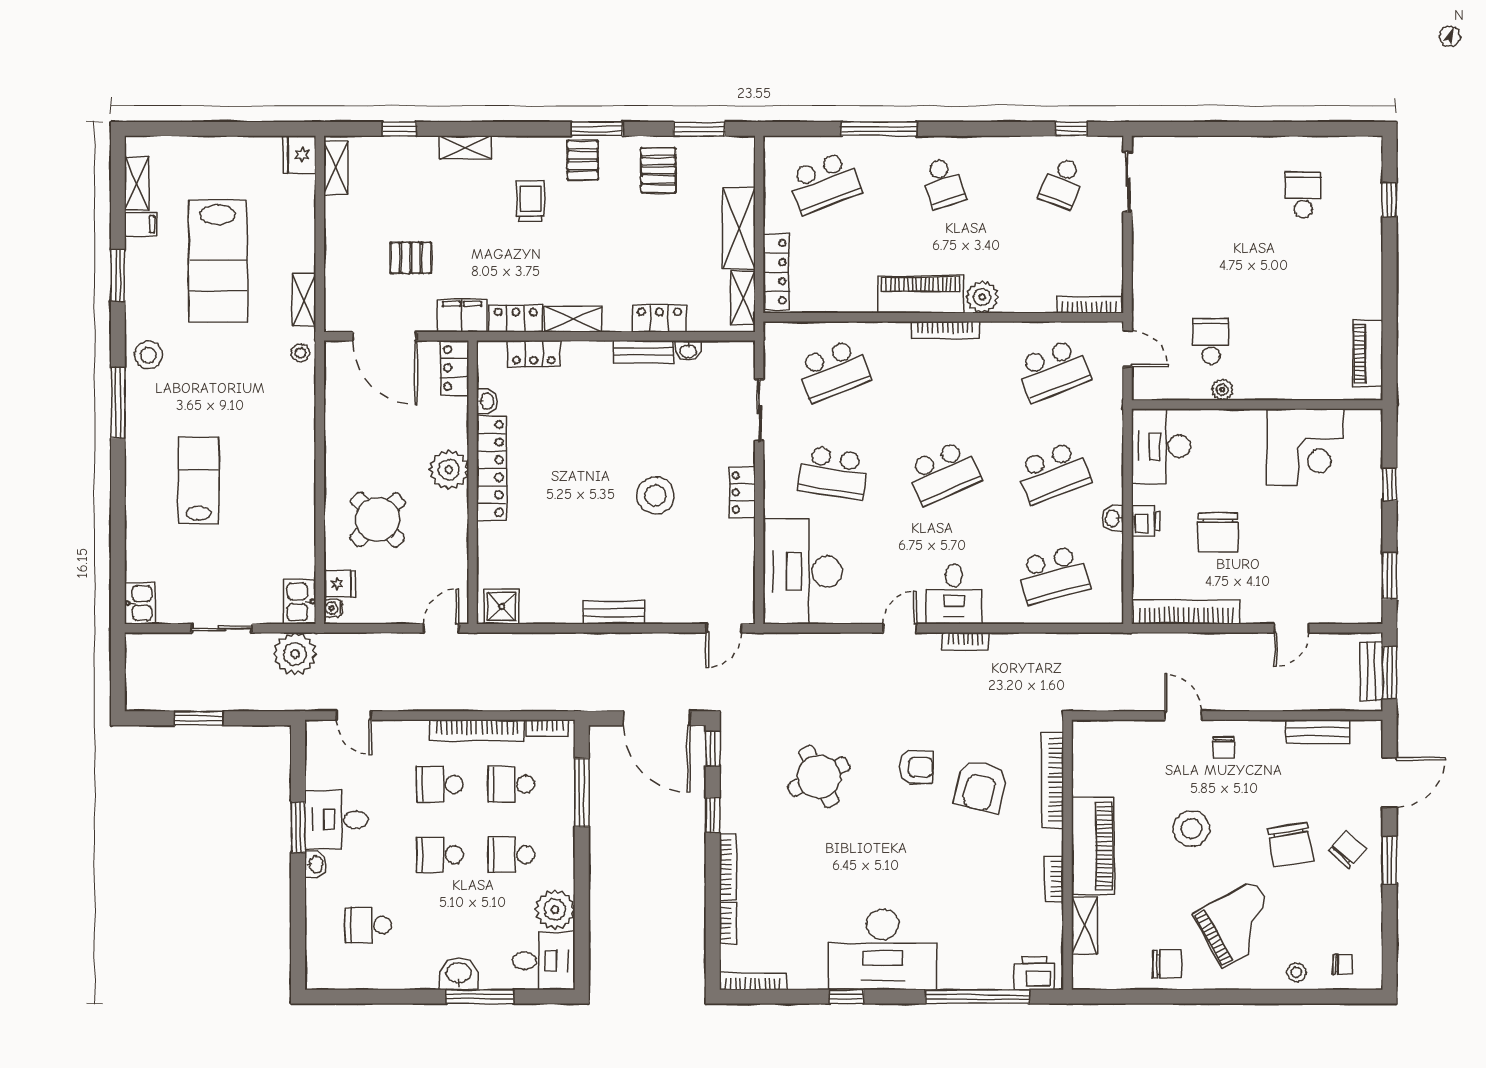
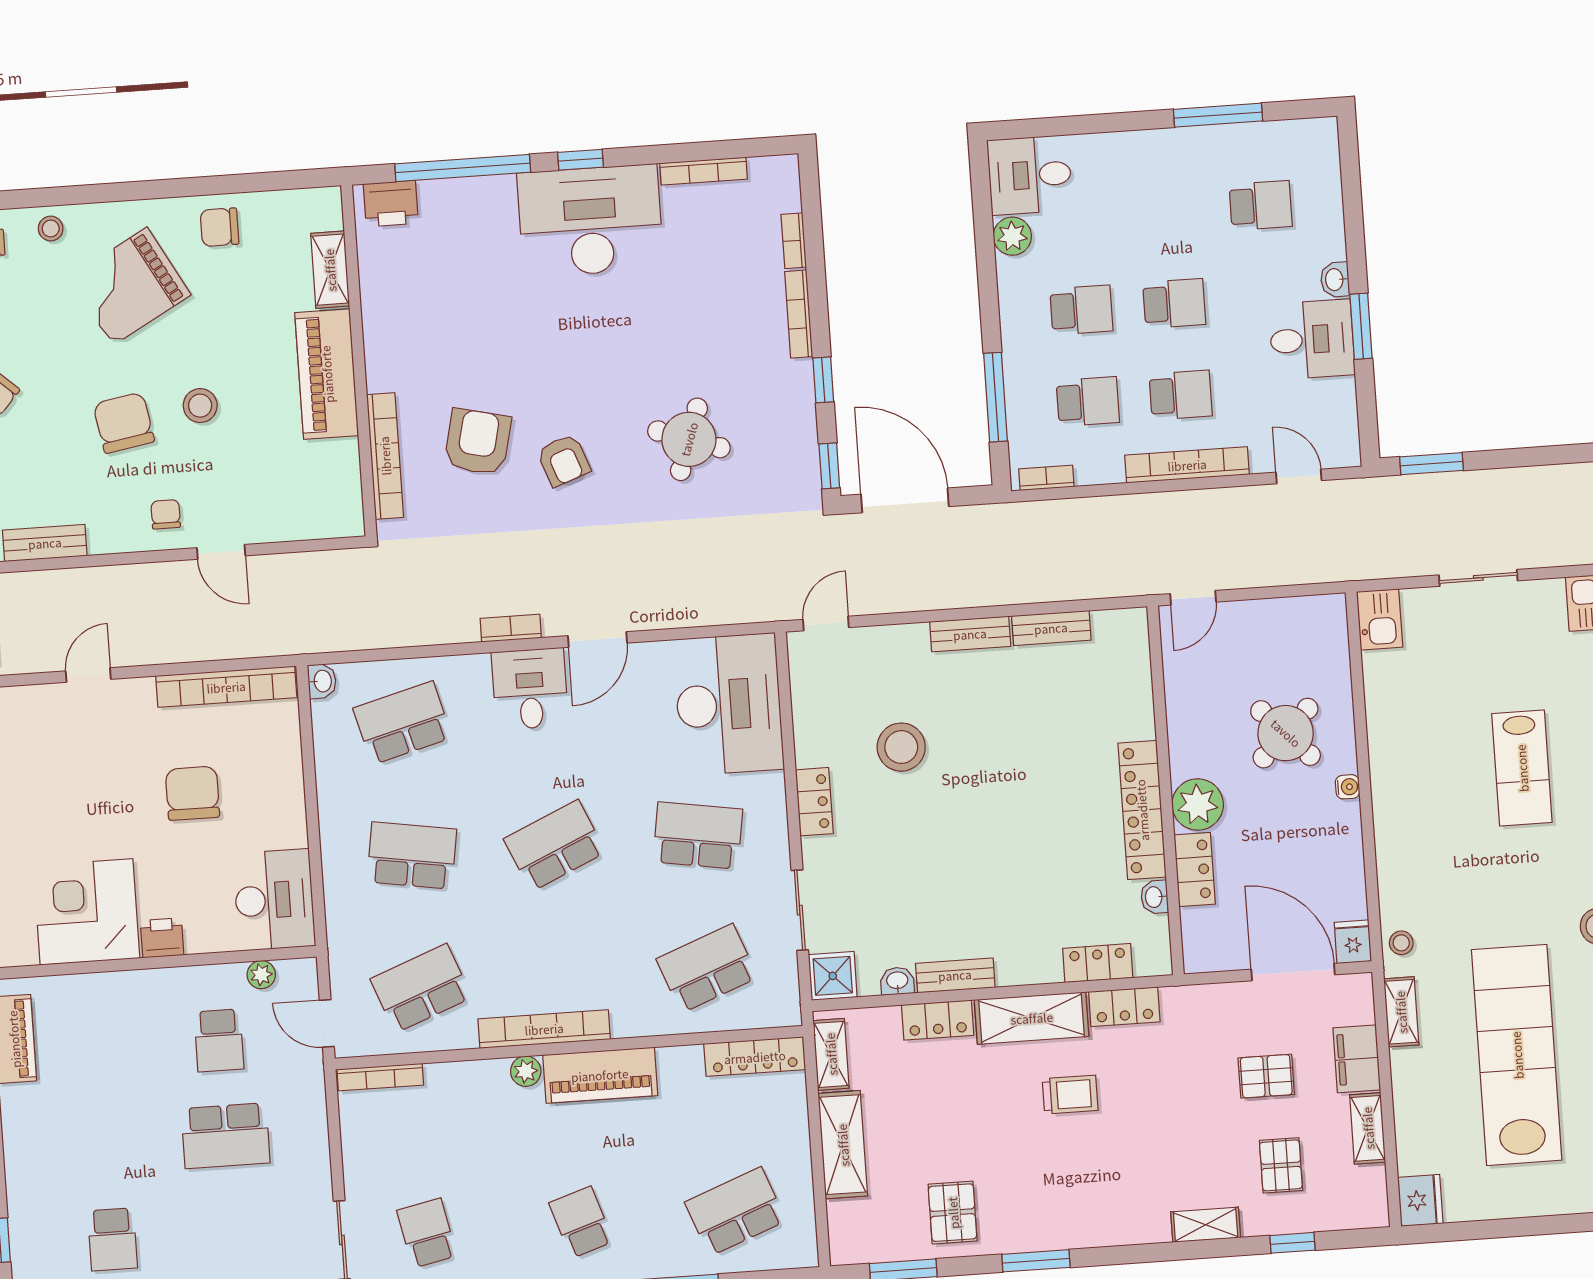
pallet: (583, 160) -> (1281, 1165), moved
shelving: (336, 168) -> (1368, 1128), moved
school desk: (1062, 183) -> (427, 1233), turned -33
trolley: (531, 201) -> (1070, 1095), moved, turned -90
lab bench: (218, 261) -> (1517, 1055), width x1.36
school desk: (1211, 268) -> (226, 1136), added
locker: (776, 272) -> (755, 1057), moved, turned -90
plant: (982, 297) -> (526, 1071), width x0.73, depth x0.73
filing cabinet: (462, 316) -> (1357, 1059), moved, turned 90
shelving: (573, 319) -> (1032, 1018), width x1.50, depth x1.33
bookcase: (945, 330) -> (544, 1029), width x1.48, depth x1.31
locker: (455, 368) -> (1195, 869), moved
plant: (1222, 390) -> (261, 975), moved
school desk: (1053, 473) -> (412, 856), turned 30
stool: (655, 495) -> (901, 747), moved
washbasin: (1113, 518) -> (322, 681), moved
printer: (1146, 521) -> (162, 938), moved, turned 90
fridge: (340, 584) -> (1353, 942), moved, turned 90
shower: (502, 607) -> (833, 976), moved
water cooler: (333, 608) -> (1348, 787), moved
bench: (551, 613) -> (1051, 628), added
door: (900, 628) -> (598, 639), width x1.38
plant: (295, 654) -> (1381, 551), removed
window: (199, 718) -> (1431, 464), moved
bookcase: (477, 730) -> (1187, 465), moved
armchair: (916, 767) -> (564, 460), turned -110
round table: (819, 777) -> (689, 439), turned 45
stool: (1191, 829) -> (200, 406), width x0.73, depth x0.73
chair: (1290, 845) -> (124, 423), moved
bookcase: (1054, 879) -> (374, 328), removed
plant: (555, 910) -> (1012, 236), width x0.73, depth x0.73
washbasin: (459, 974) -> (1139, 150), removed
bookcase: (753, 981) -> (704, 171), moved
window: (480, 997) -> (1218, 115), moved
window: (846, 997) -> (581, 160), moved

